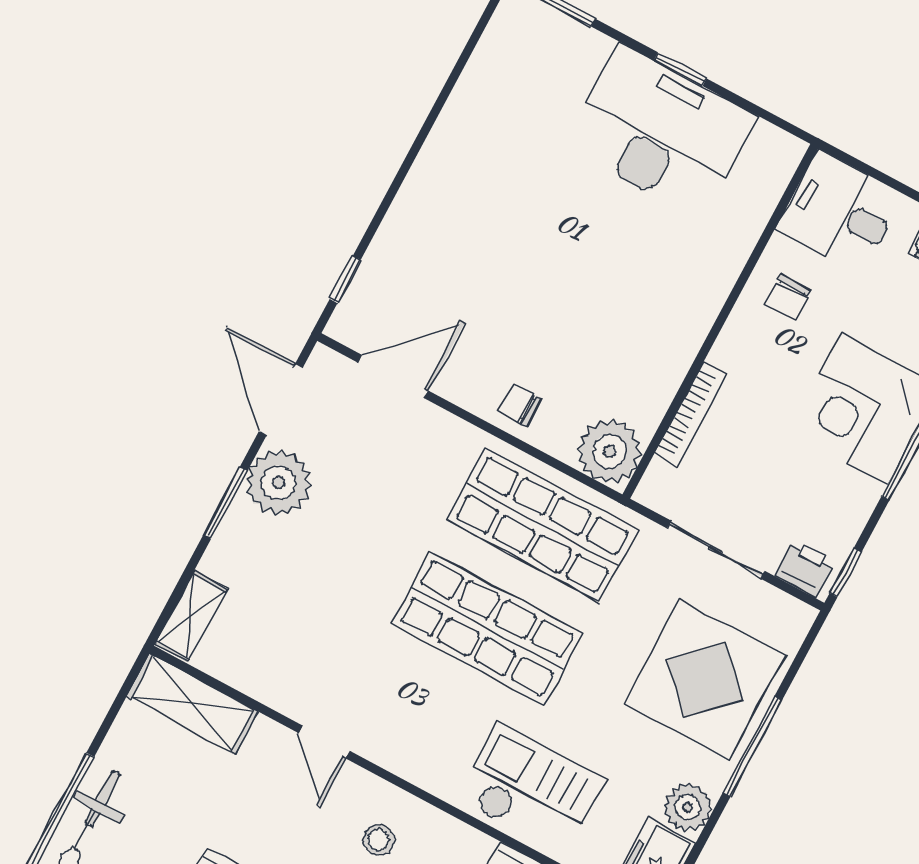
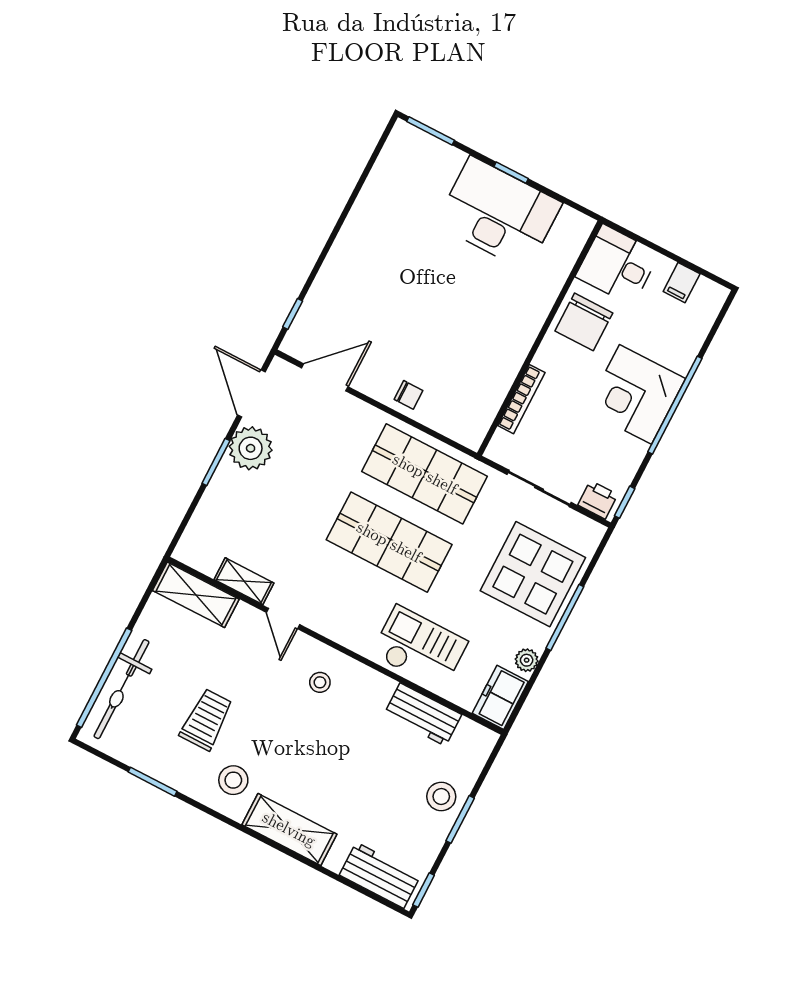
chair: (788, 298) -> (584, 322), width x1.87, depth x1.87
chair: (519, 405) -> (408, 395), turned 180
plant: (609, 451) -> (468, 425), removed
shelving: (191, 616) -> (244, 581), moved, turned 90
plant: (688, 807) -> (527, 660), width x0.73, depth x0.73

